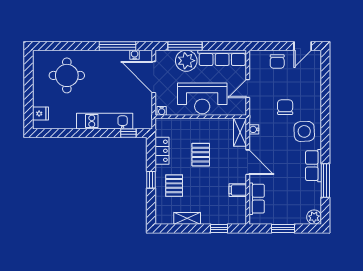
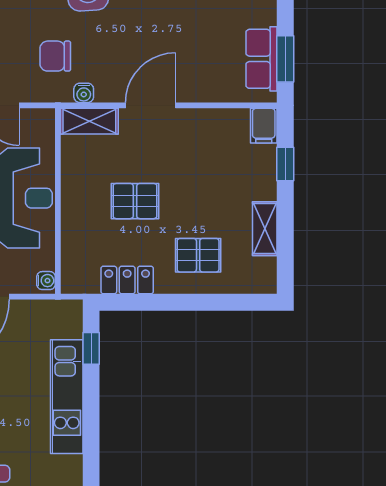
chair: (285, 107) -> (55, 56), moved
window: (151, 180) -> (186, 302), removed
filing cabinet: (238, 190) -> (264, 126), moved
row of seats: (257, 199) -> (261, 59), moved, turned -90
window: (283, 228) -> (285, 59), moved

